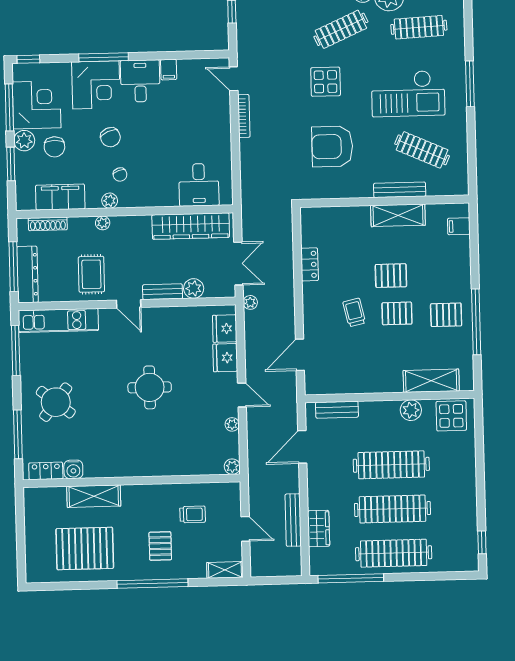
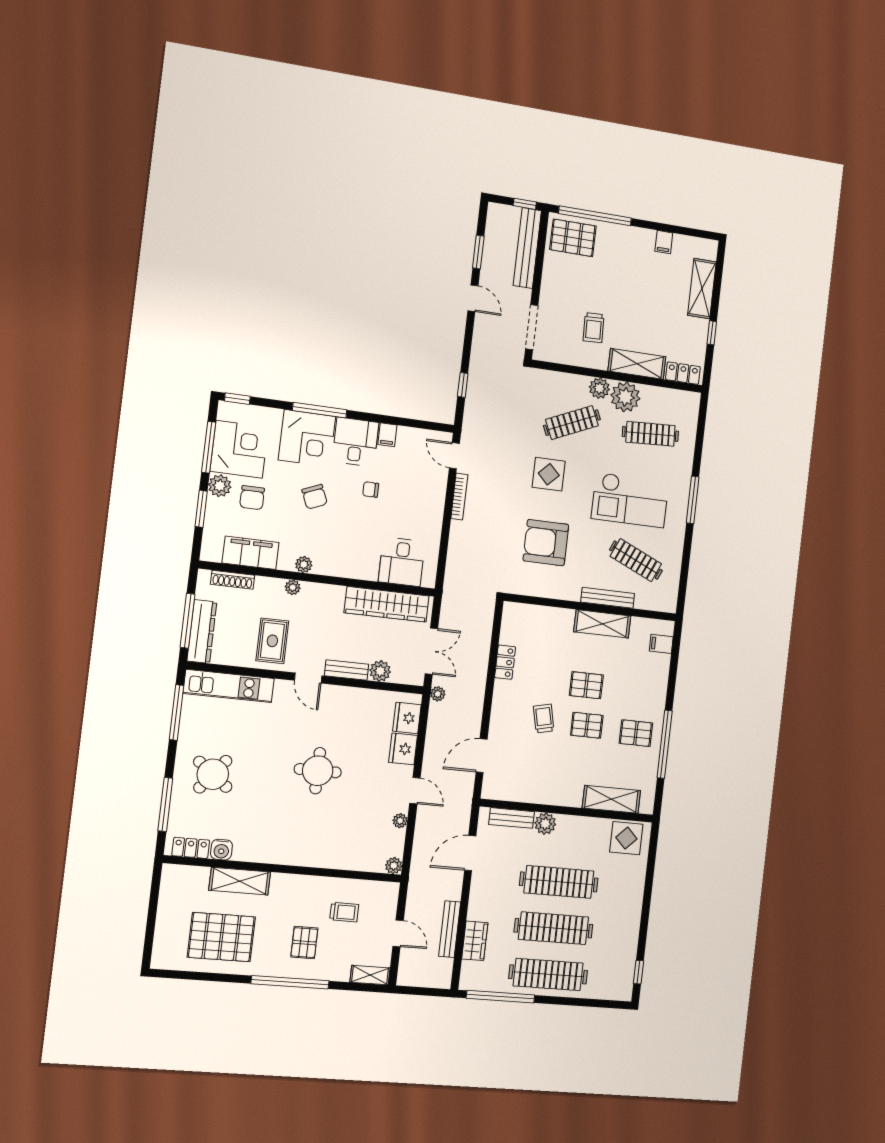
chair: (120, 175) -> (371, 490), moved, turned 108
plant: (411, 410) -> (545, 824), moved

